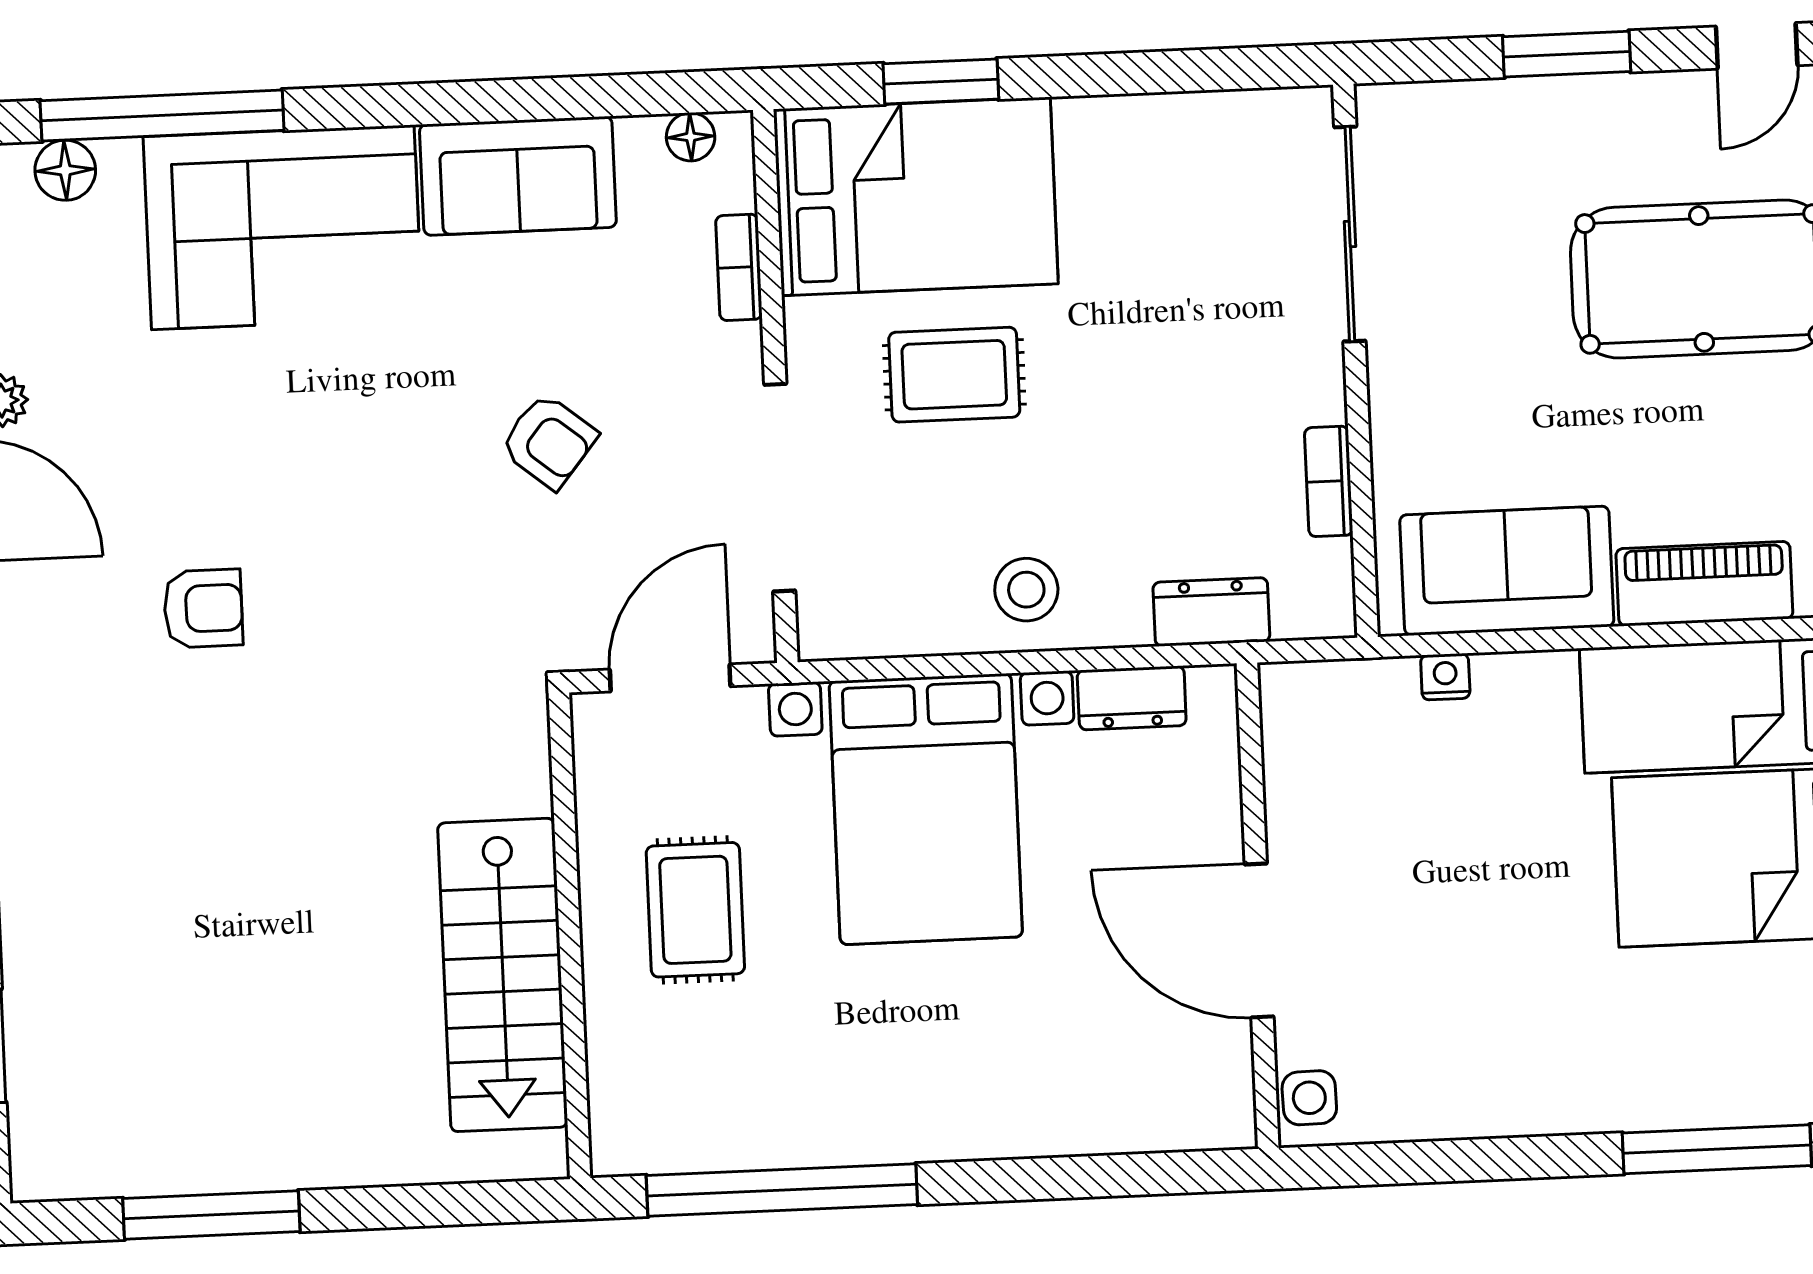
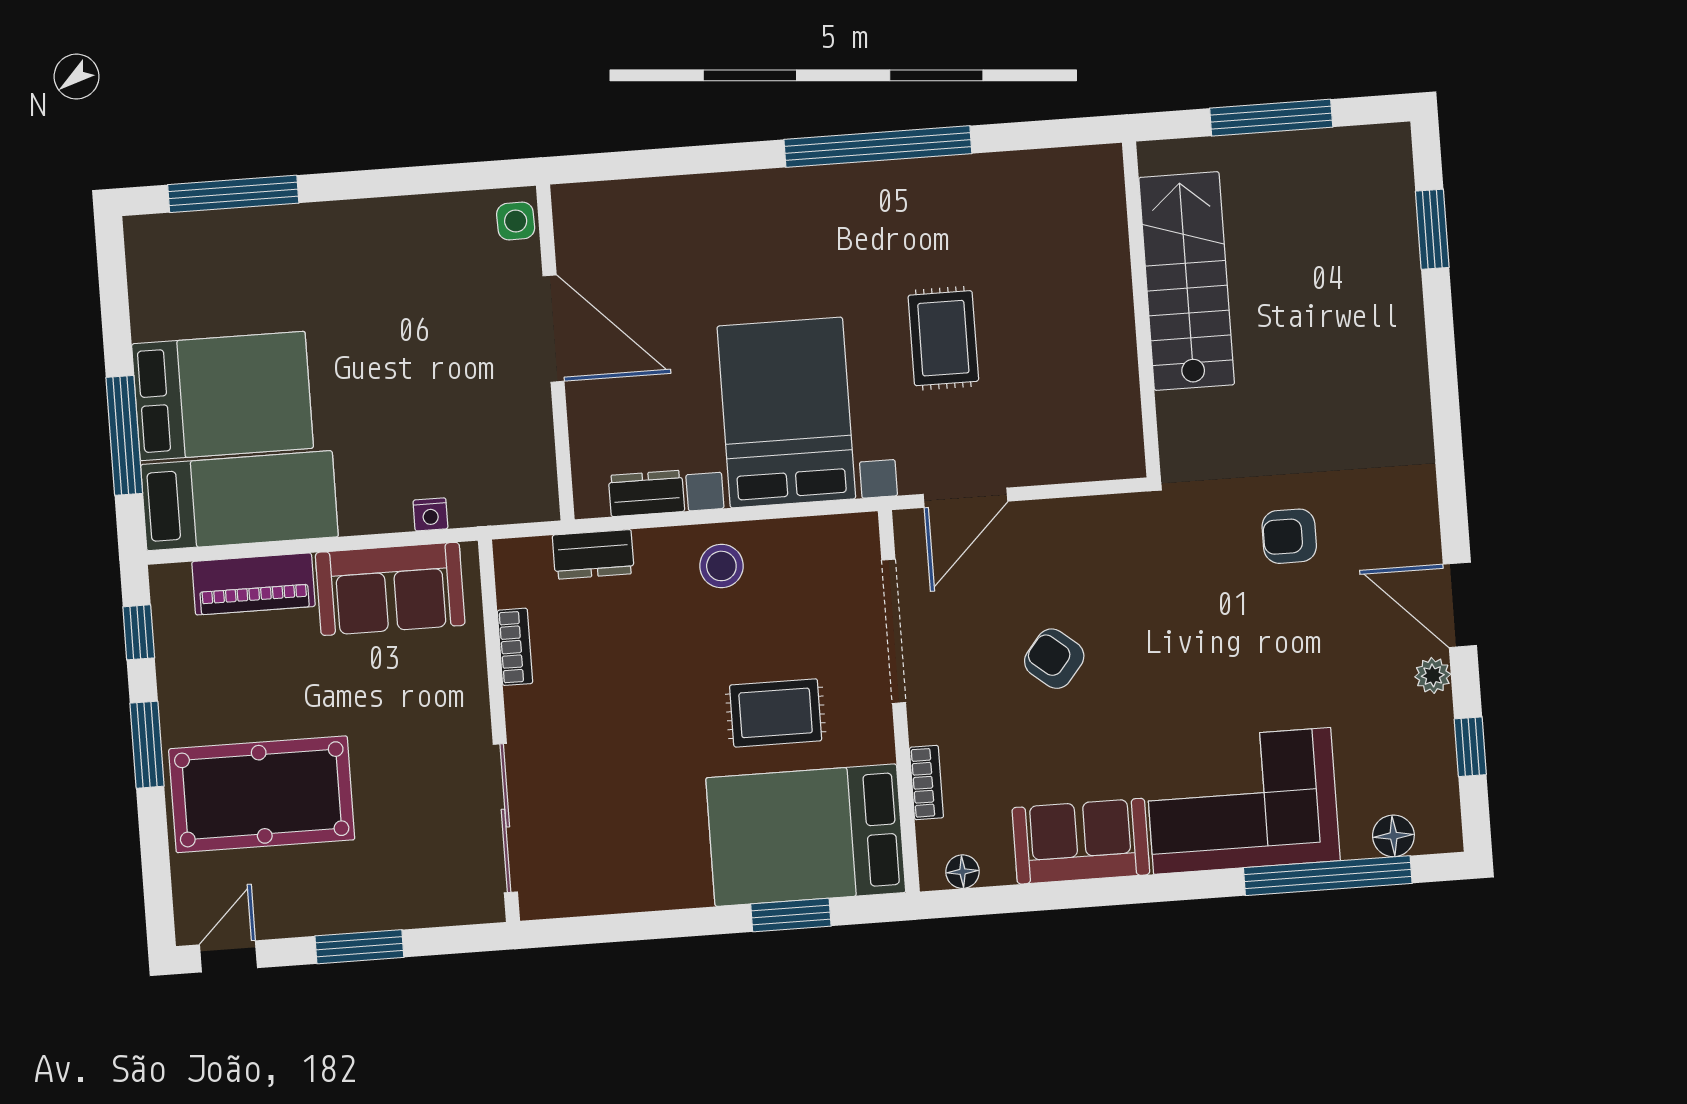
wall: (570, 936) -> (1141, 310), moved
stairs: (503, 975) -> (1187, 281), moved

